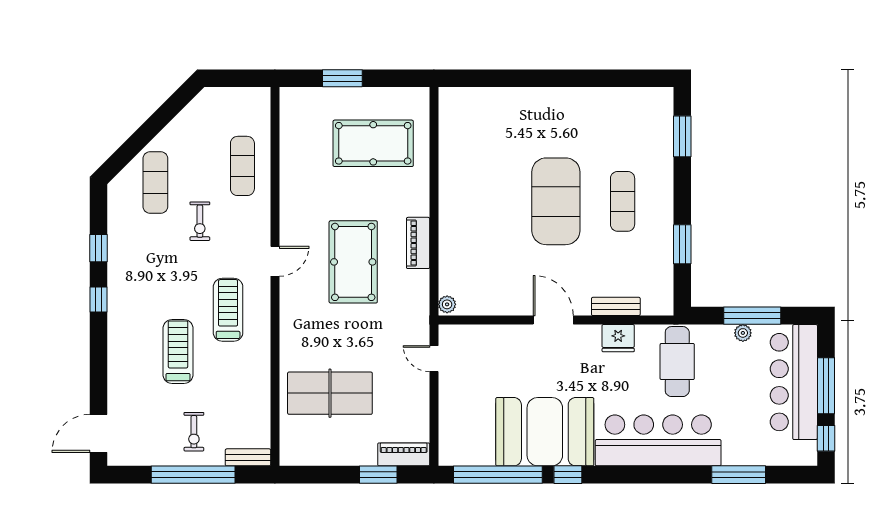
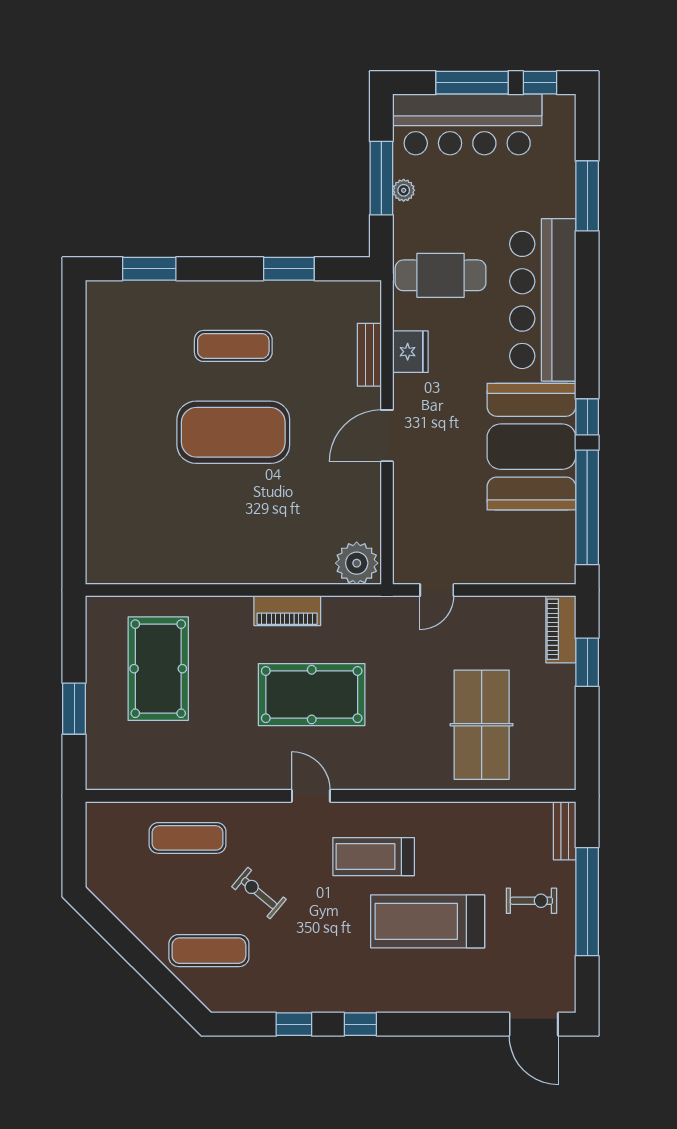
exercise bike: (200, 221) -> (259, 893), turned -140
plant: (447, 304) -> (357, 563), width x1.88, depth x1.88
treadmill: (178, 351) -> (428, 921), width x1.37, depth x1.38

